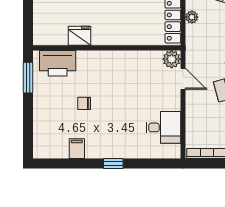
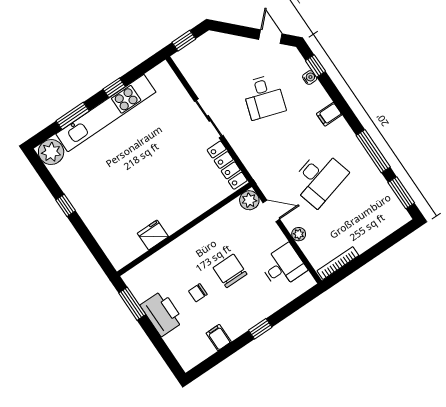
plant: (192, 17) -> (299, 234), moved
printer: (58, 63) -> (162, 313), moved, turned -90
chair: (120, 103) -> (230, 271), added

